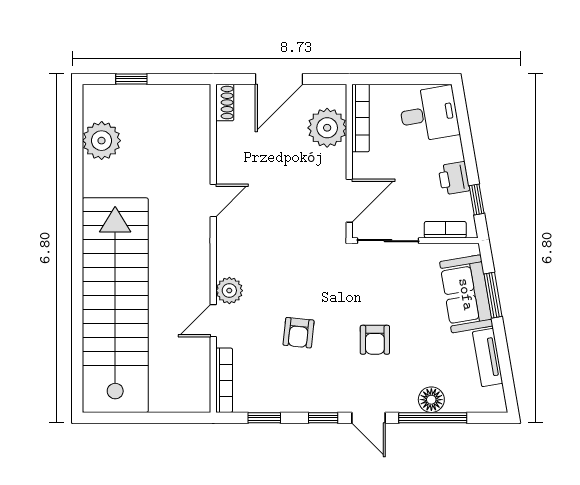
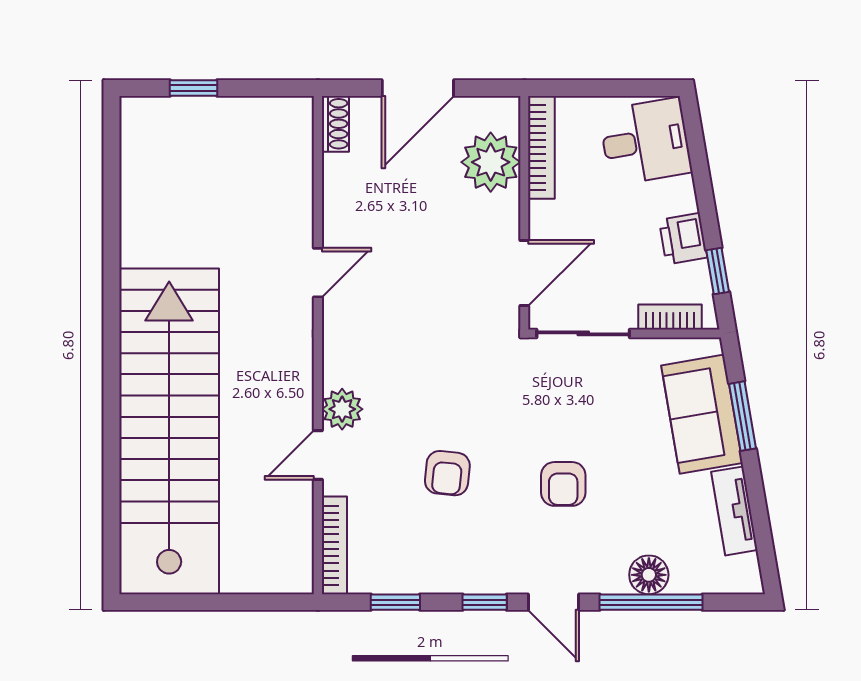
plant: (102, 141) -> (148, 182), removed

